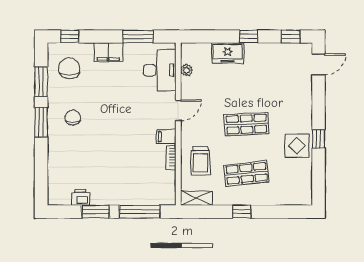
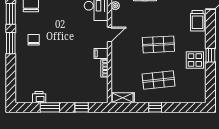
trolley: (200, 161) -> (197, 21), moved
window: (140, 212) -> (82, 107), width x0.46

